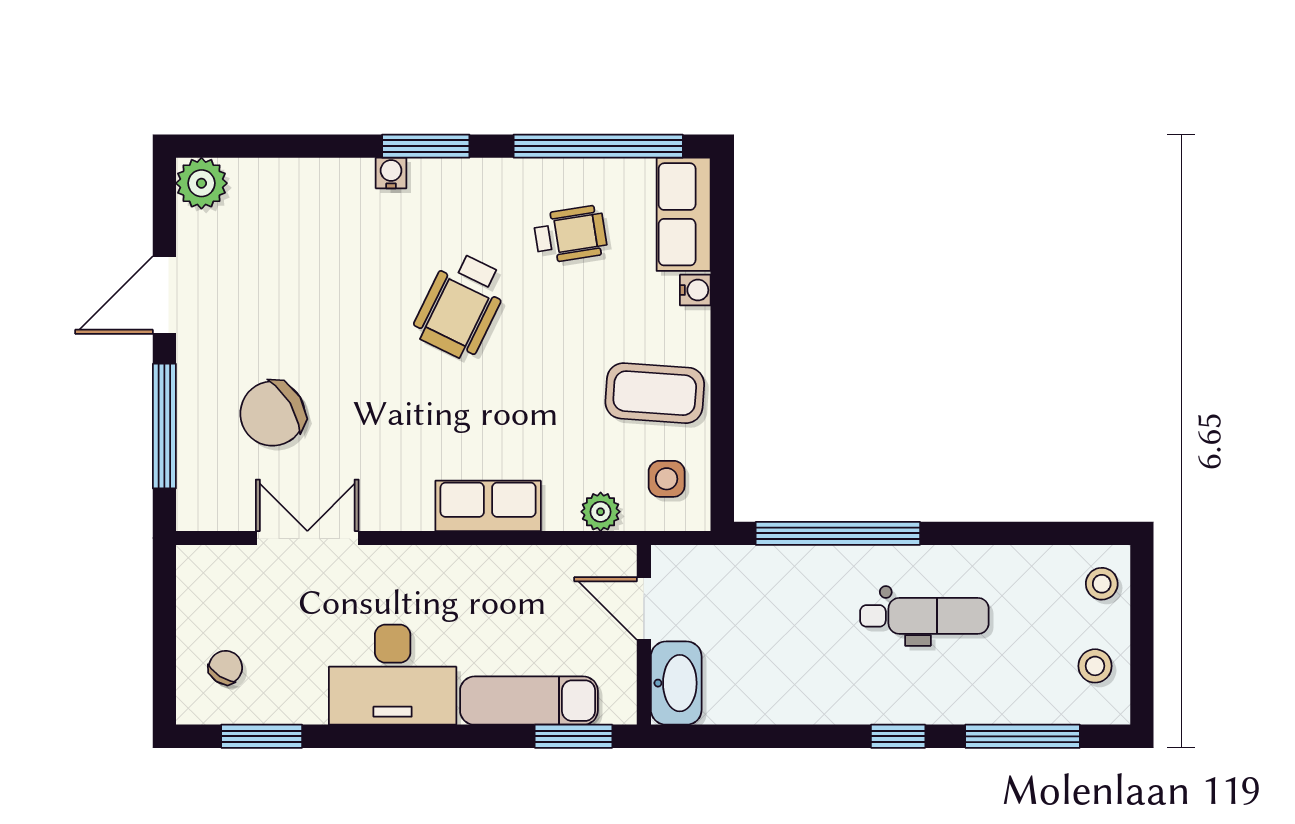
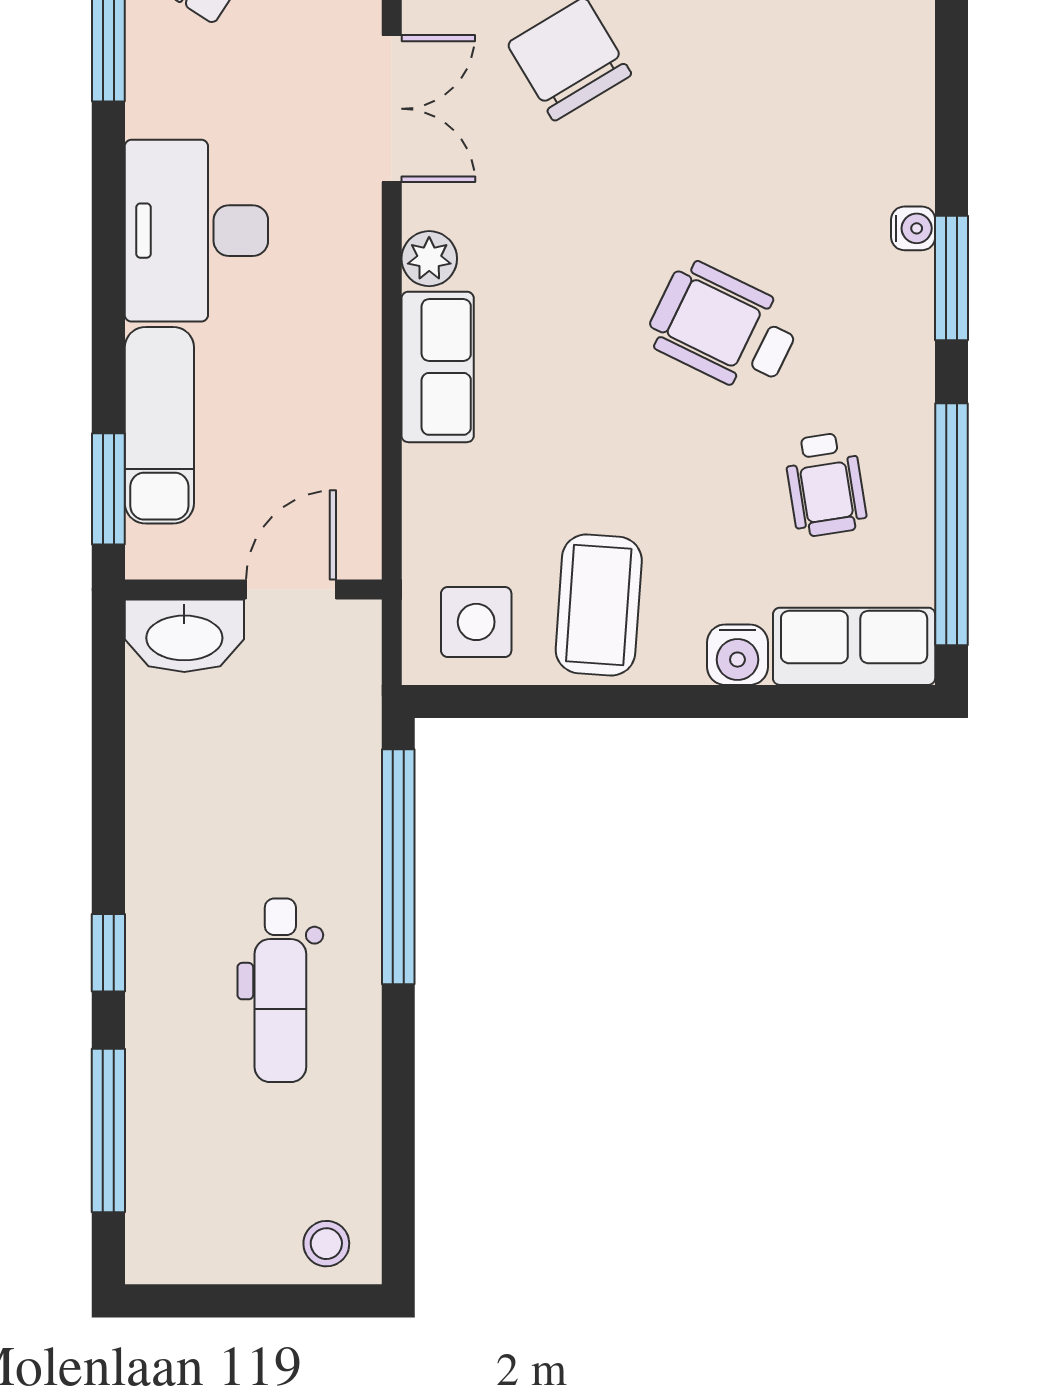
water cooler: (695, 290) -> (737, 655), width x1.38, depth x1.38
side table: (667, 479) -> (476, 622), width x1.37, depth x1.37
plant: (601, 512) -> (429, 259), moved
stool: (1095, 666) -> (209, 1234), removed

